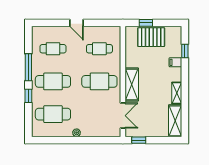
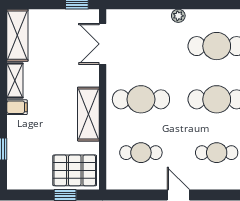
pallet: (151, 37) -> (75, 170), moved
filing cabinet: (175, 62) -> (17, 107), moved
shelving: (132, 85) -> (88, 114), moved

